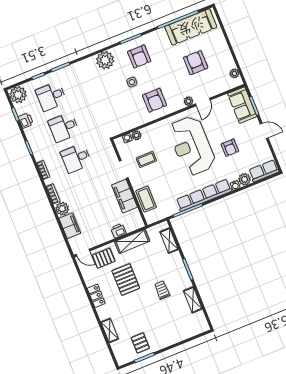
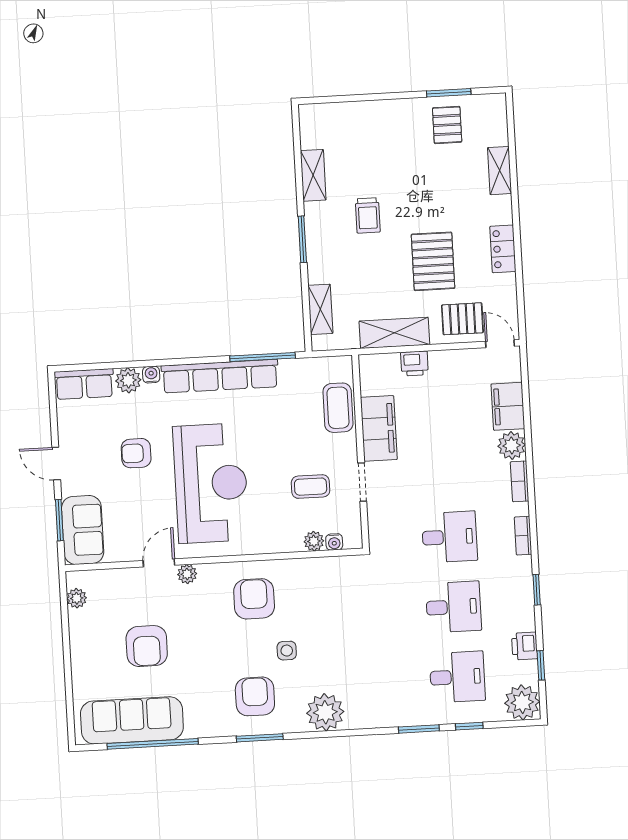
armchair: (230, 148) -> (136, 453), turned -90

